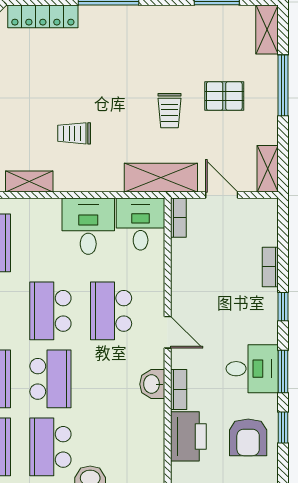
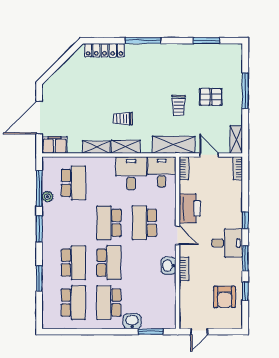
shelving: (267, 29) -> (126, 147), moved, turned 90
bookcase: (270, 267) -> (238, 168), moved
desk: (252, 369) -> (227, 243), moved
printer: (188, 436) -> (190, 208), moved

